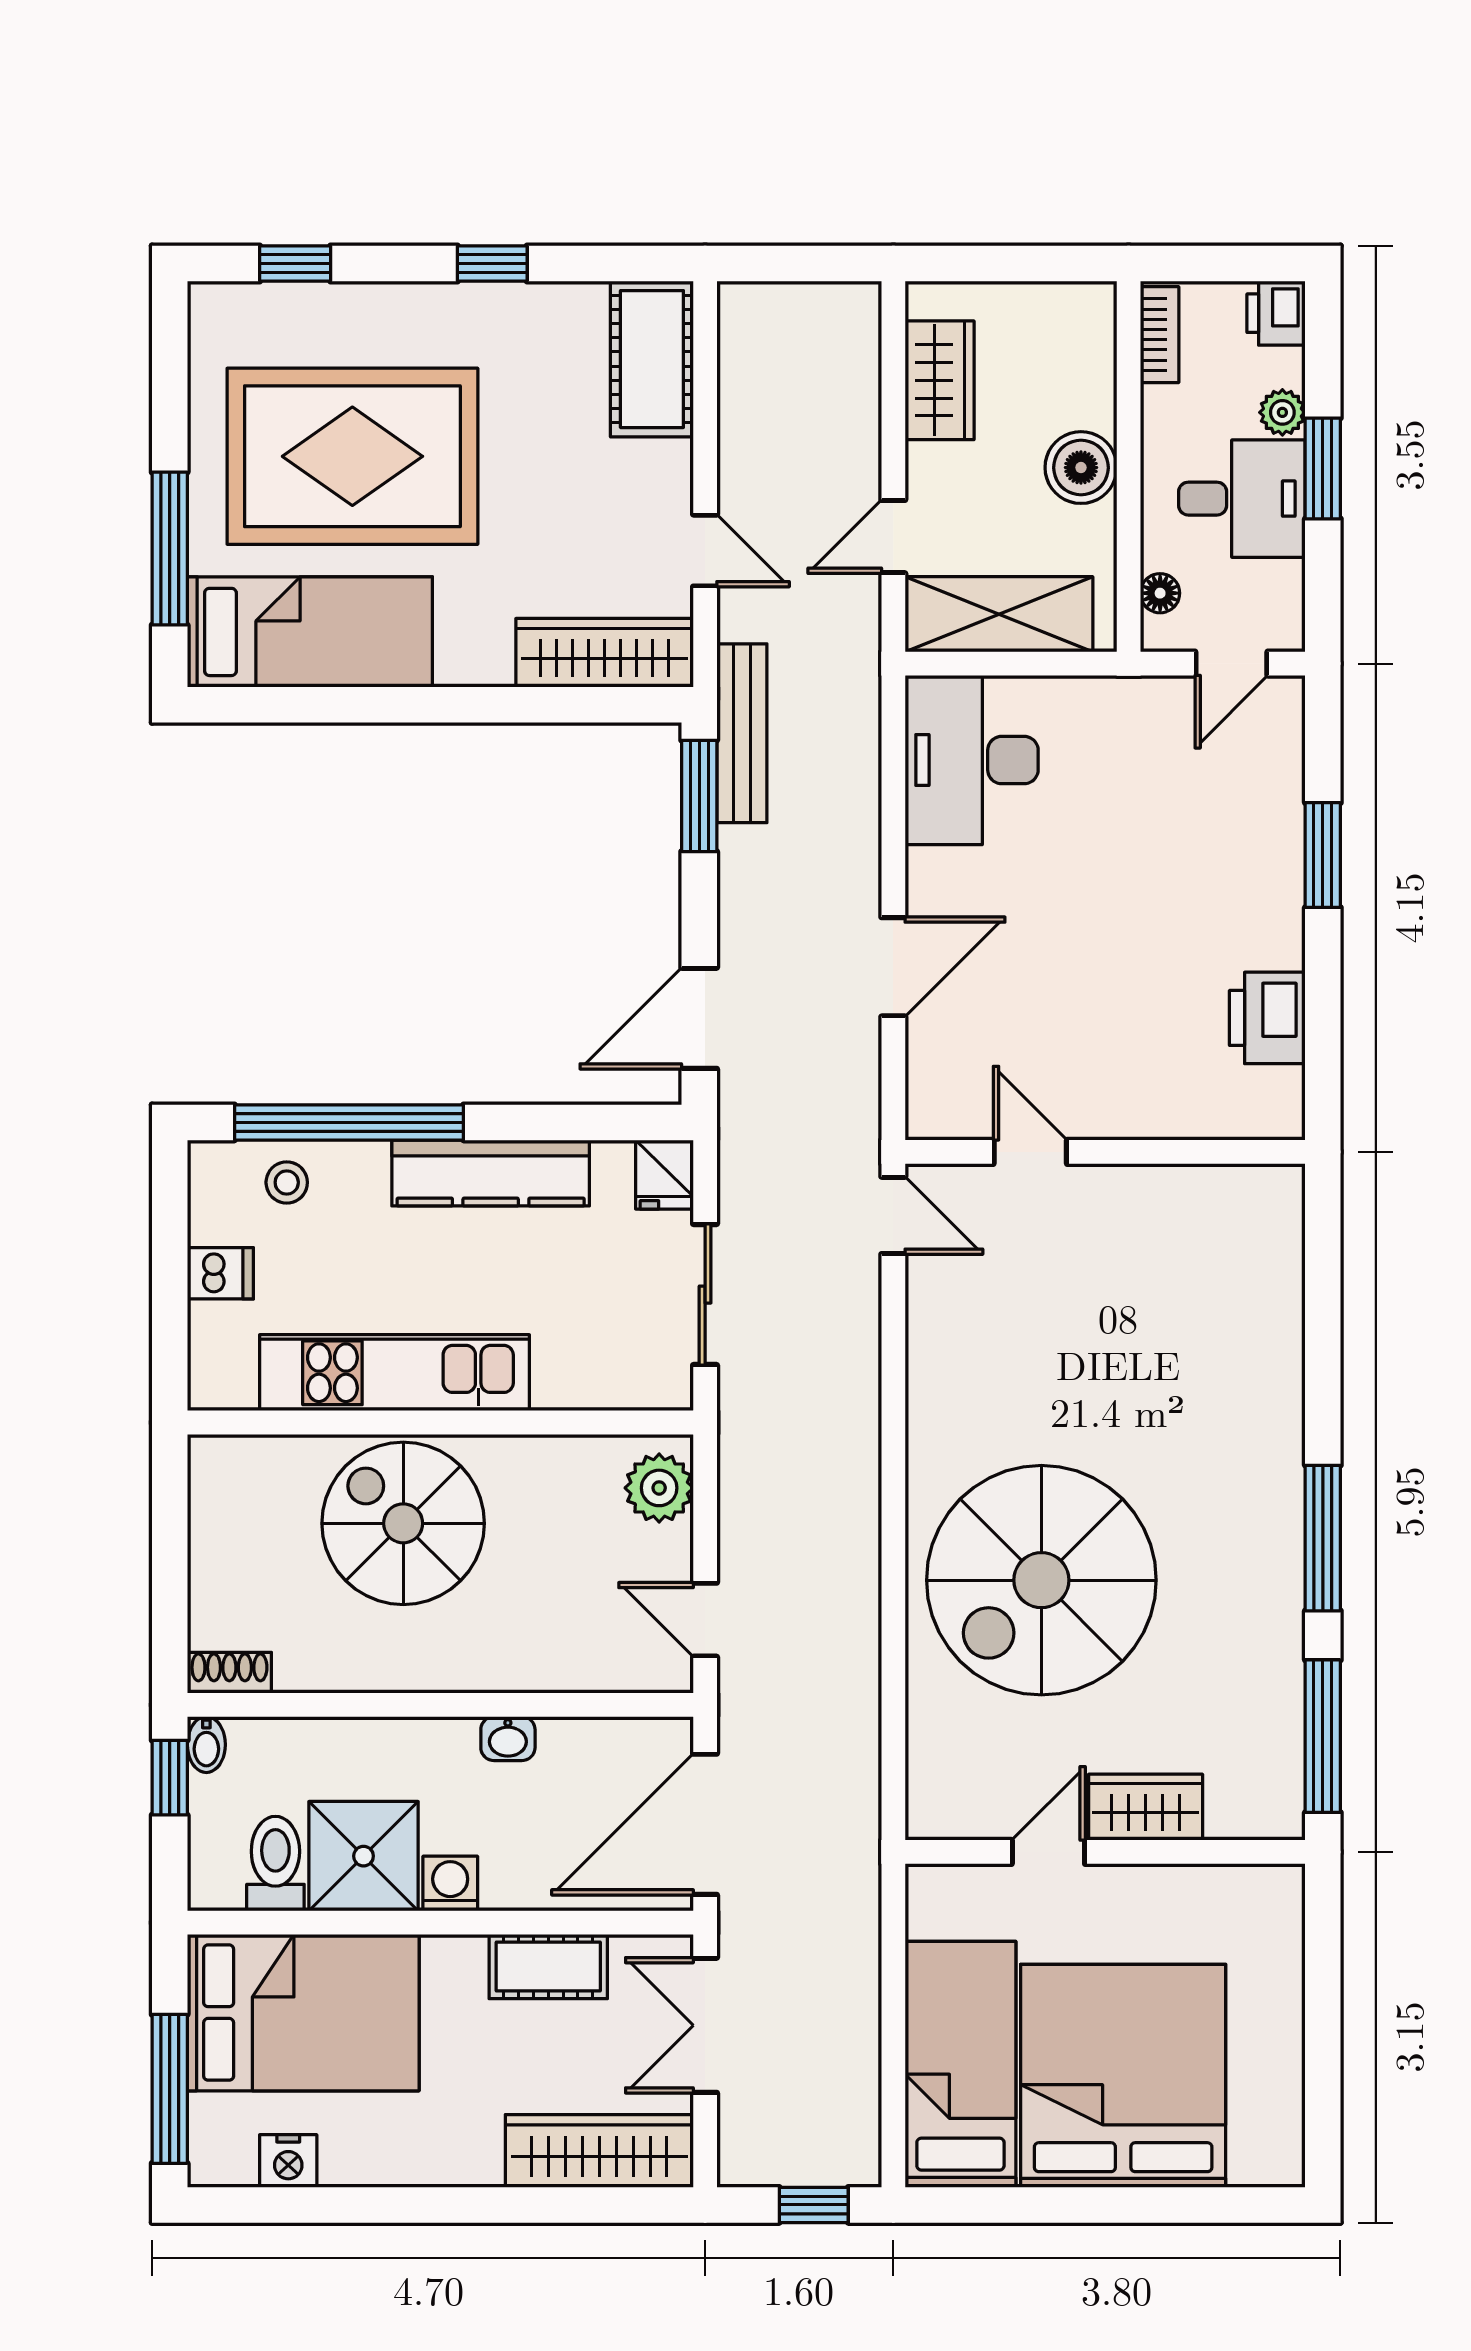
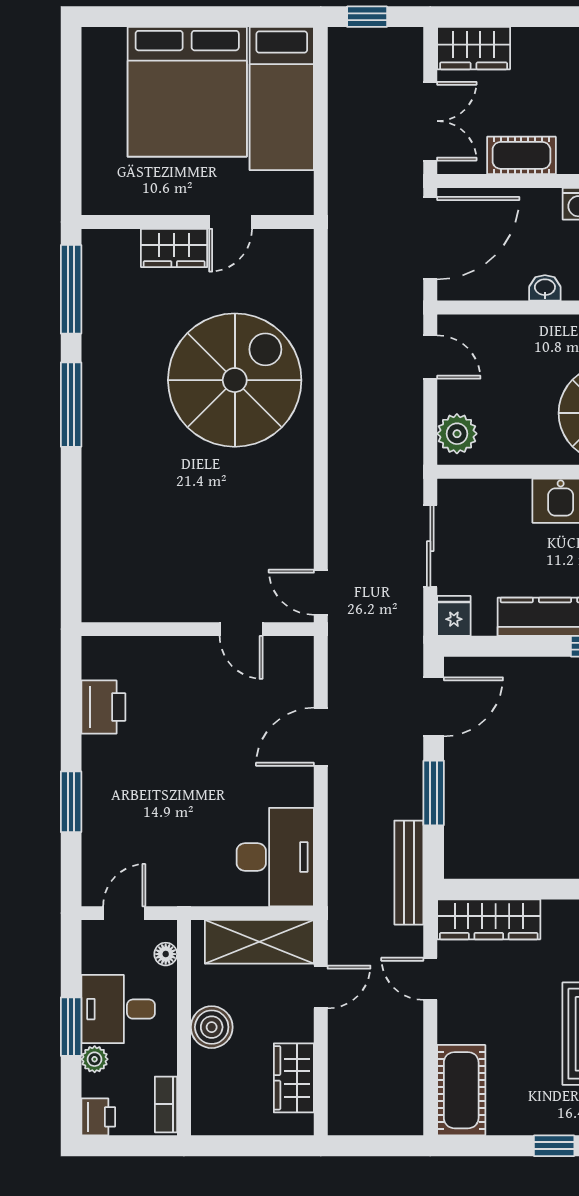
window: (699, 796) -> (434, 793), moved
wardrobe: (599, 2151) -> (474, 48), width x0.67

